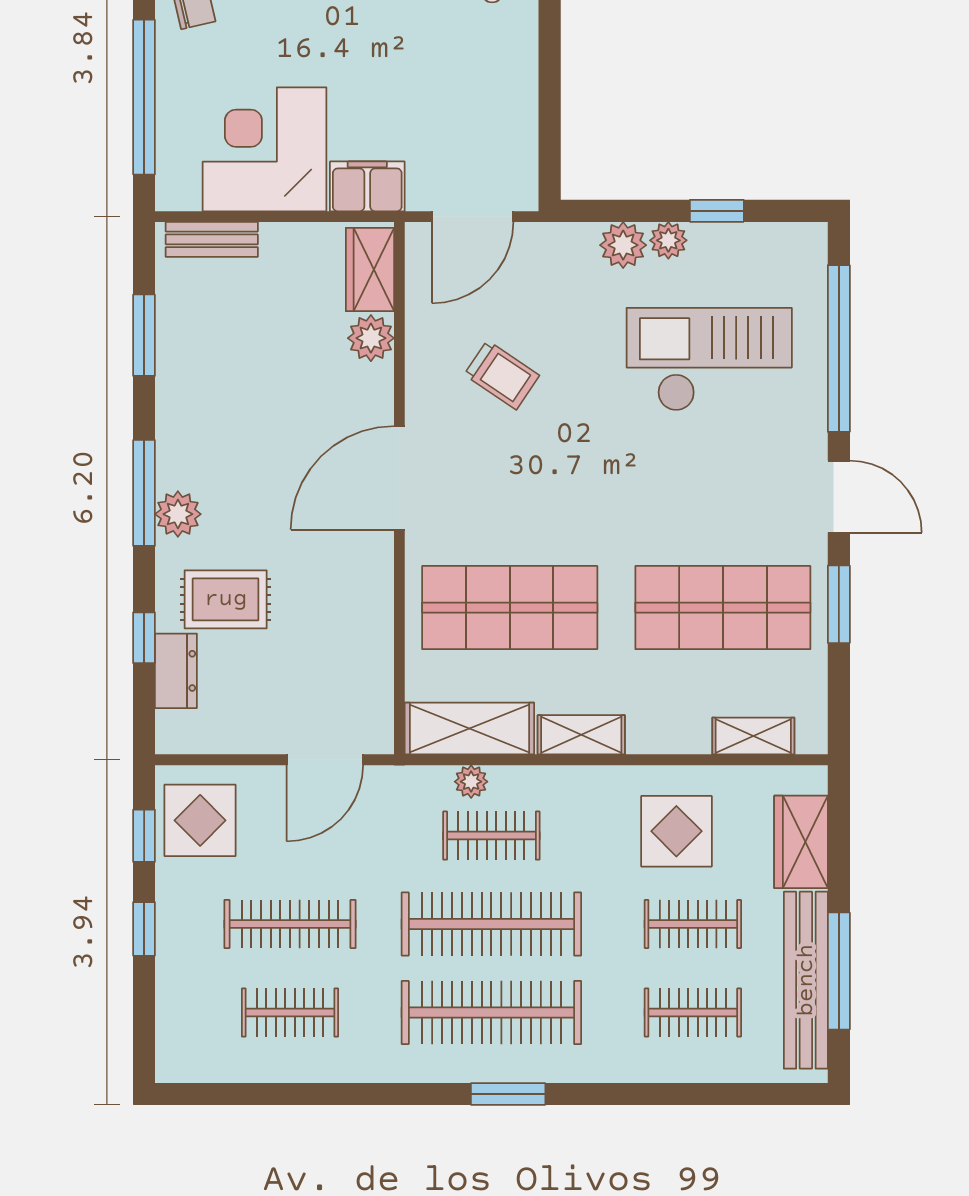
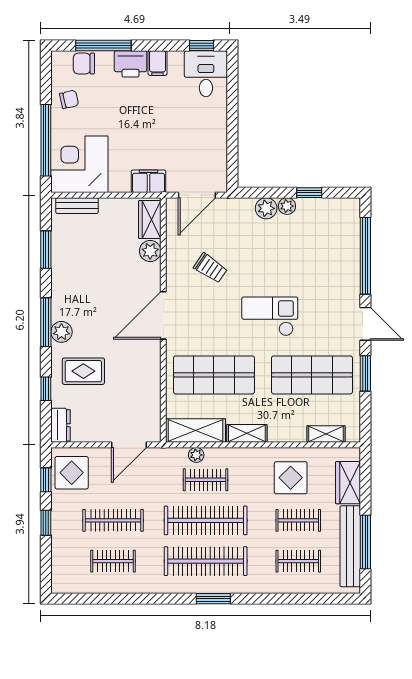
corner desk: (264, 149) -> (79, 164), moved
checkout: (709, 359) -> (270, 316), moved, width x0.73, depth x0.83
dresser: (176, 671) -> (61, 425), moved

